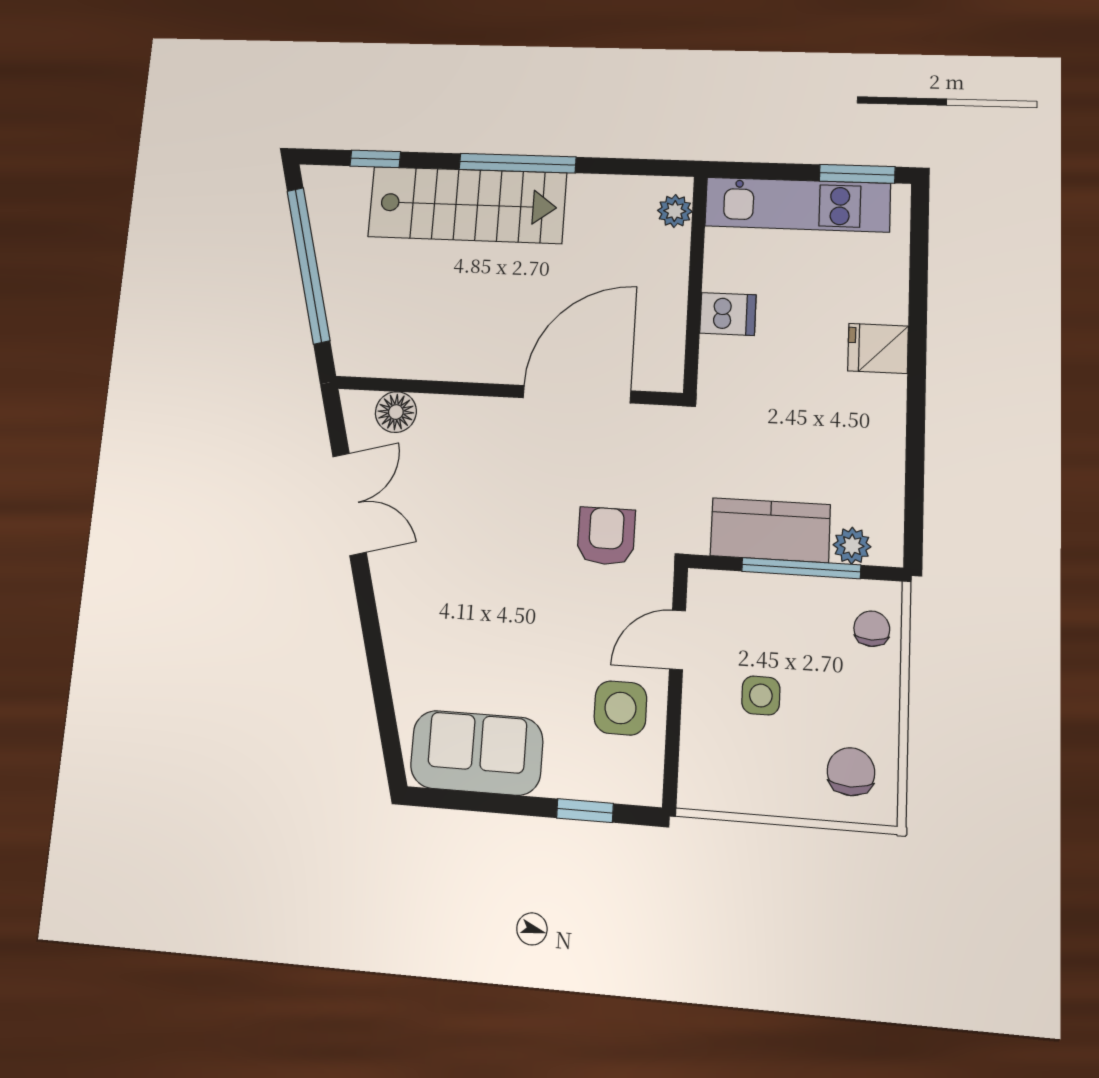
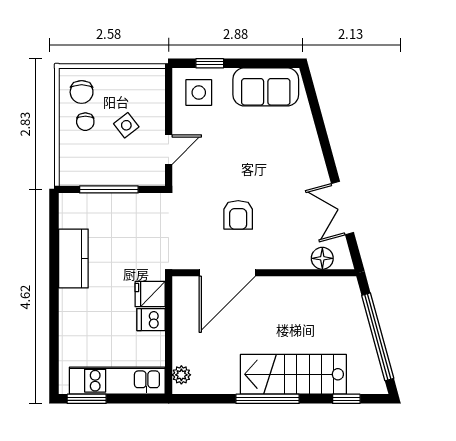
fridge: (878, 348) -> (150, 294), moved, turned 180
kitchen counter: (770, 530) -> (73, 258), moved, turned -90
armchair: (606, 536) -> (238, 215), moved
plant: (852, 546) -> (84, 202), removed
chair: (872, 629) -> (85, 122), moved
side table: (761, 696) -> (126, 125), turned -38
side table: (620, 708) -> (199, 93), moved

